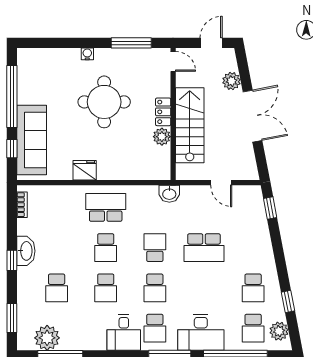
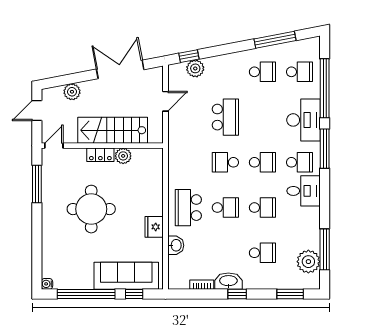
door: (211, 43) -> (37, 111), hinge flipped
water cooler: (87, 54) -> (47, 284), moved
double door: (252, 116) -> (120, 69), moved
washbasin: (169, 194) -> (176, 245), moved
bookcase: (22, 205) -> (202, 285), moved
window: (288, 302) -> (275, 40), width x2.17
plant: (279, 331) -> (195, 68), moved

